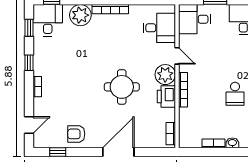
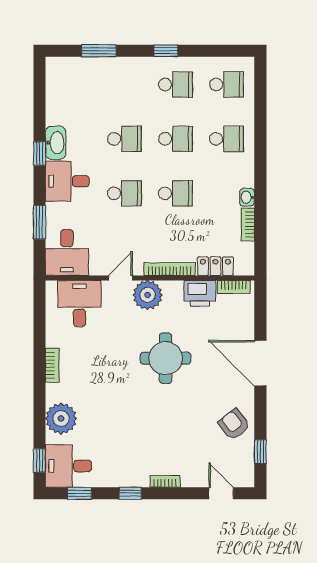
bookcase: (110, 9) -> (52, 365), width x0.64
school desk: (235, 59) -> (124, 193), added
printer: (166, 96) -> (200, 293), moved
locker: (185, 121) -> (215, 266), added
armchair: (76, 134) -> (234, 424), turned 142

